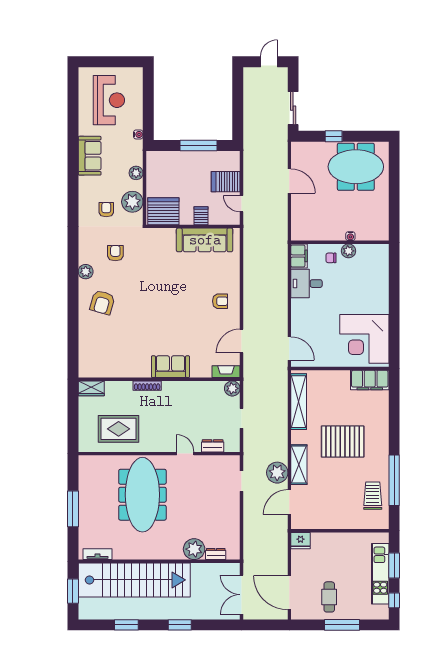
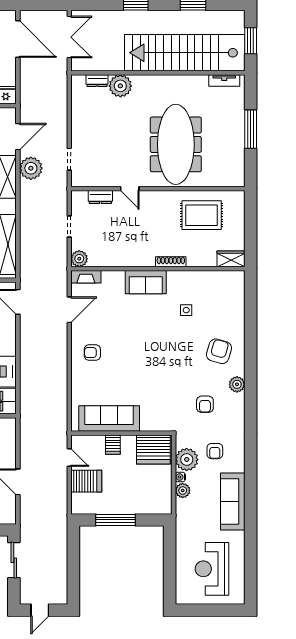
water cooler: (138, 134) -> (180, 477), moved
sofa: (90, 156) -> (233, 501), width x1.36
side table: (133, 341) -> (186, 310), added

